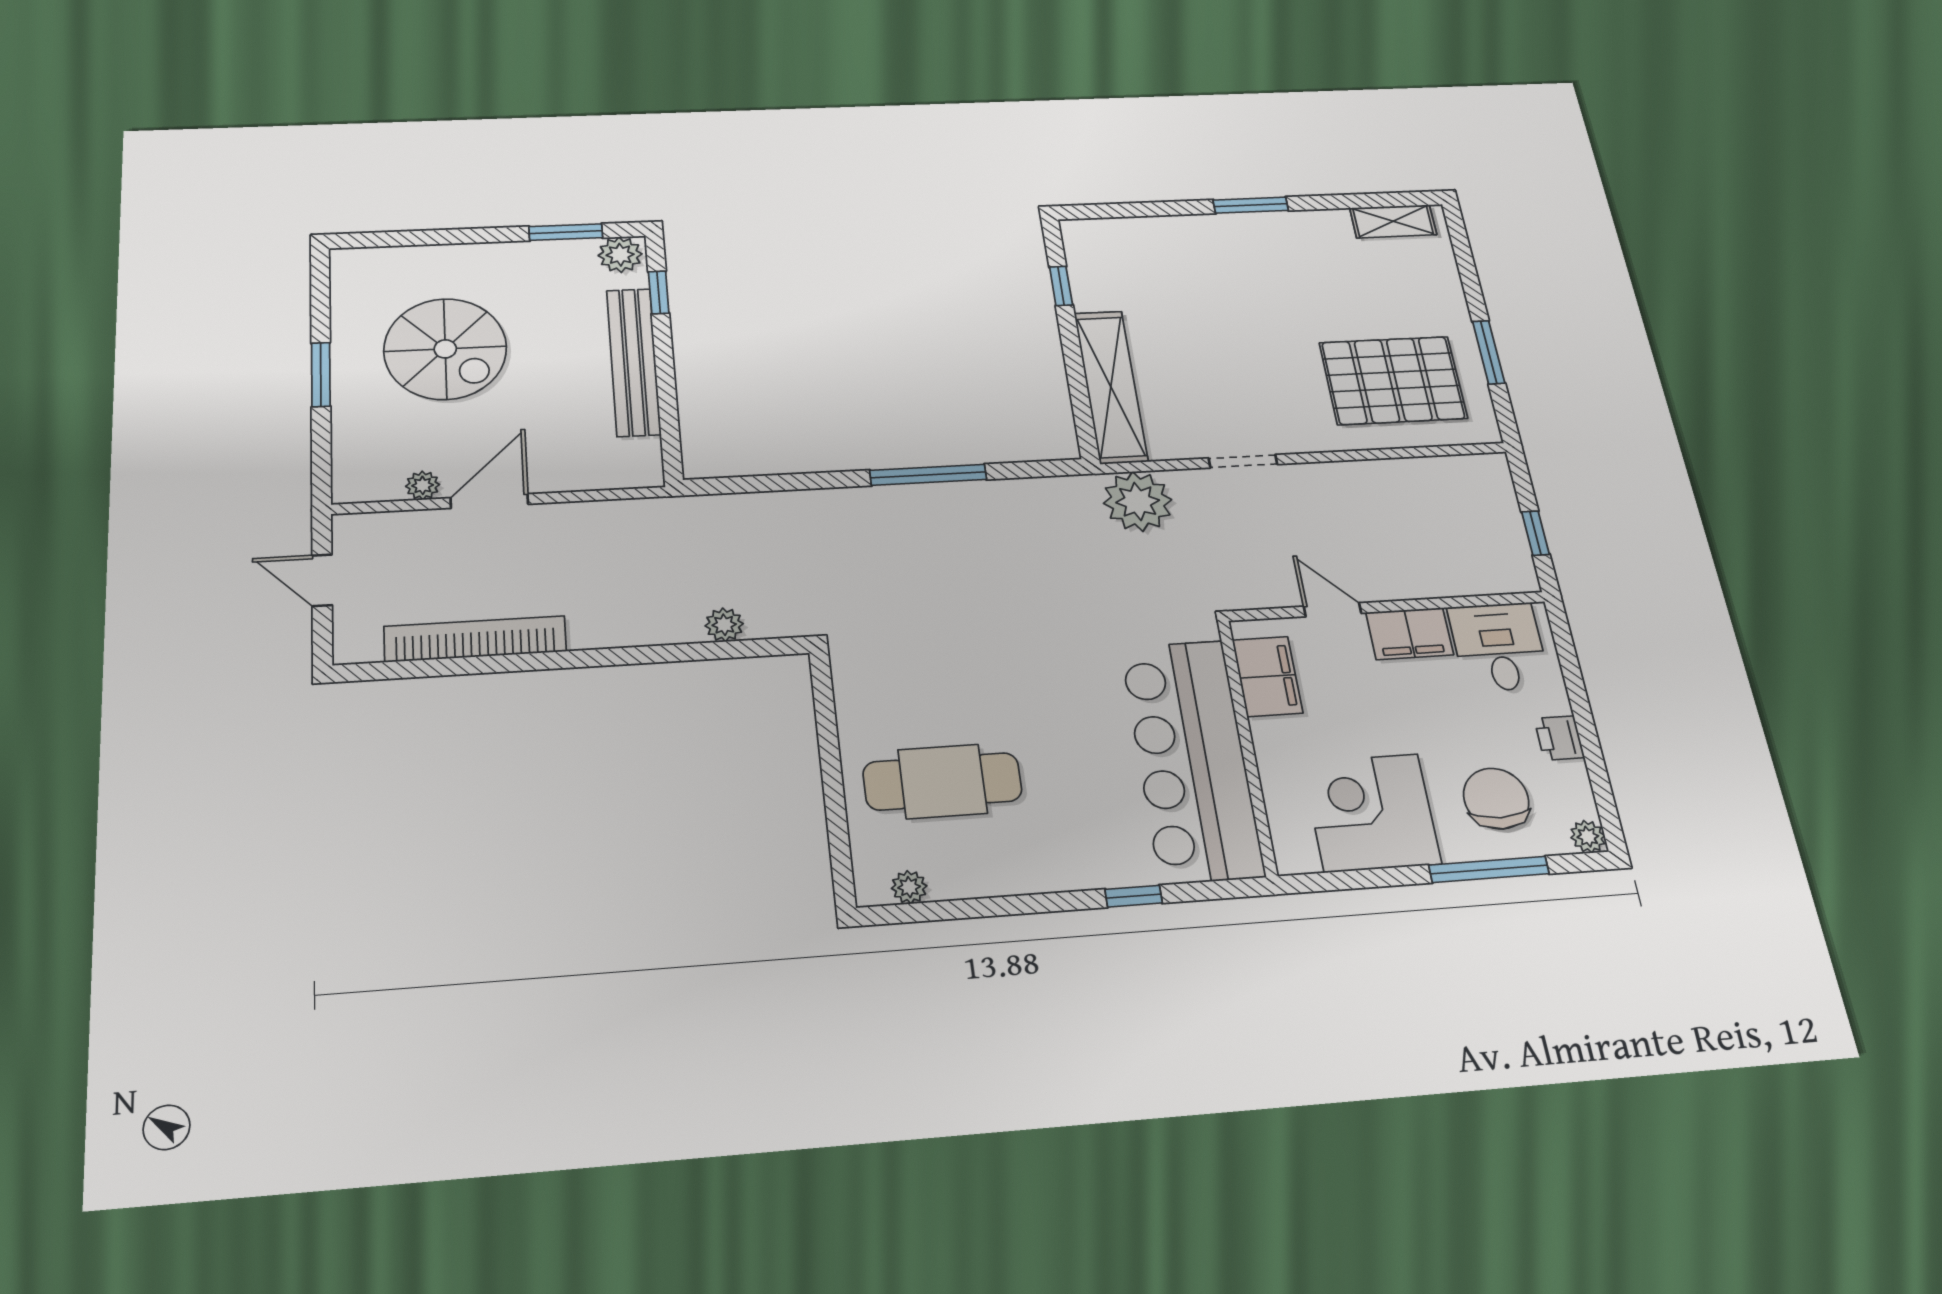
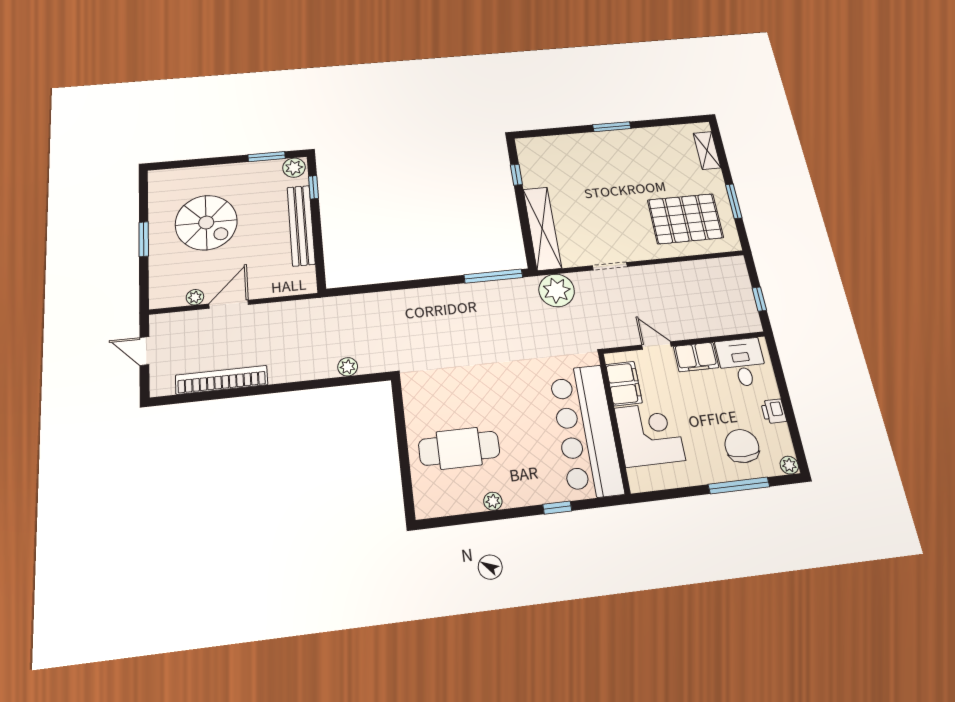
shelving: (1393, 221) -> (707, 150), moved, turned 90
window: (928, 475) -> (493, 276), moved
corner desk: (1371, 813) -> (650, 434), moved, turned 90
plant: (909, 887) -> (493, 501), moved

